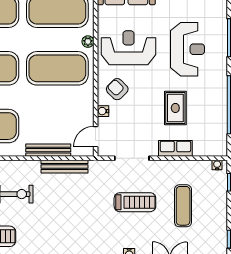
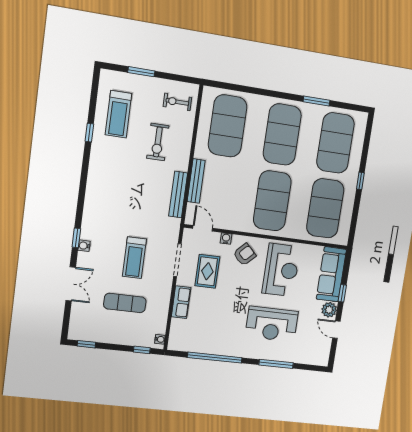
plant: (88, 42) -> (293, 233), removed
rug: (175, 108) -> (207, 271), moved, turned 90

